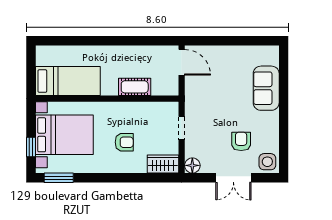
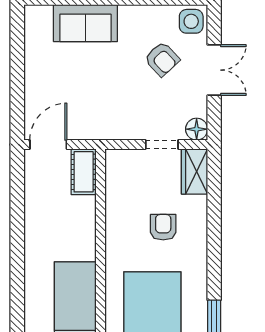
cot: (135, 87) -> (84, 172), moved
doorway: (182, 128) -> (162, 145), moved
armchair: (241, 141) -> (162, 59), turned -133

